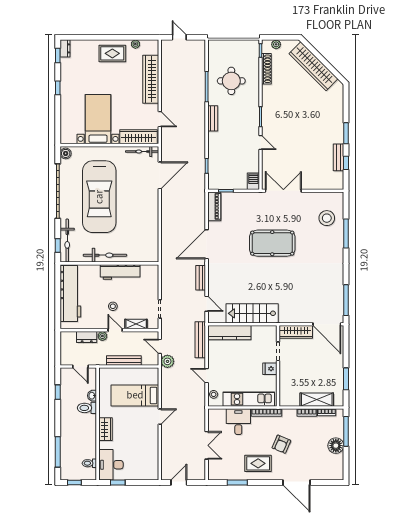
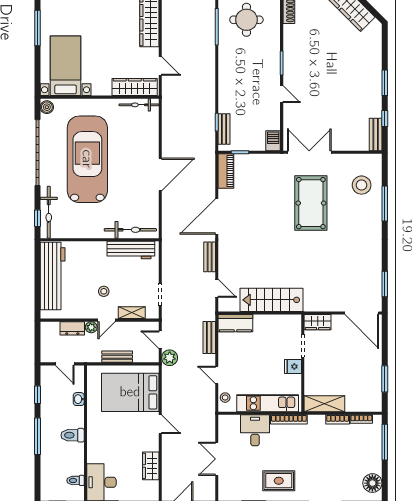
window: (58, 88) -> (37, 28), width x2.17
bench: (213, 118) -> (224, 129), moved
bed with nightstands: (98, 119) -> (66, 66), moved
bench: (338, 157) -> (376, 134), moved
door: (160, 175) -> (160, 175), moved
car: (99, 197) -> (87, 159), turned 180
pool table: (272, 243) -> (311, 203), moved, turned 90
bicycle: (105, 255) -> (130, 230), moved
workbench: (120, 272) -> (131, 250), moved
window: (346, 300) -> (385, 284), width x0.69
door: (115, 330) -> (106, 320), swing flipped
wardrobe: (296, 332) -> (318, 322), width x0.67
kitchen counter: (229, 333) -> (235, 323), width x0.67
bench: (200, 340) -> (209, 337), width x0.73
bench: (124, 360) -> (117, 357), width x0.73
bed: (135, 395) -> (130, 392), width x1.50
shelving: (317, 400) -> (324, 404), moved
toilet: (87, 408) -> (73, 435), moved
door: (160, 417) -> (160, 424), hinge flipped
wardrobe: (106, 429) -> (151, 466), moved, turned 180
armchair: (281, 444) -> (307, 458), removed
double door: (207, 445) -> (217, 459), swing flipped
floor lamp: (336, 446) -> (372, 483), moved
window: (58, 452) -> (37, 436), moved

